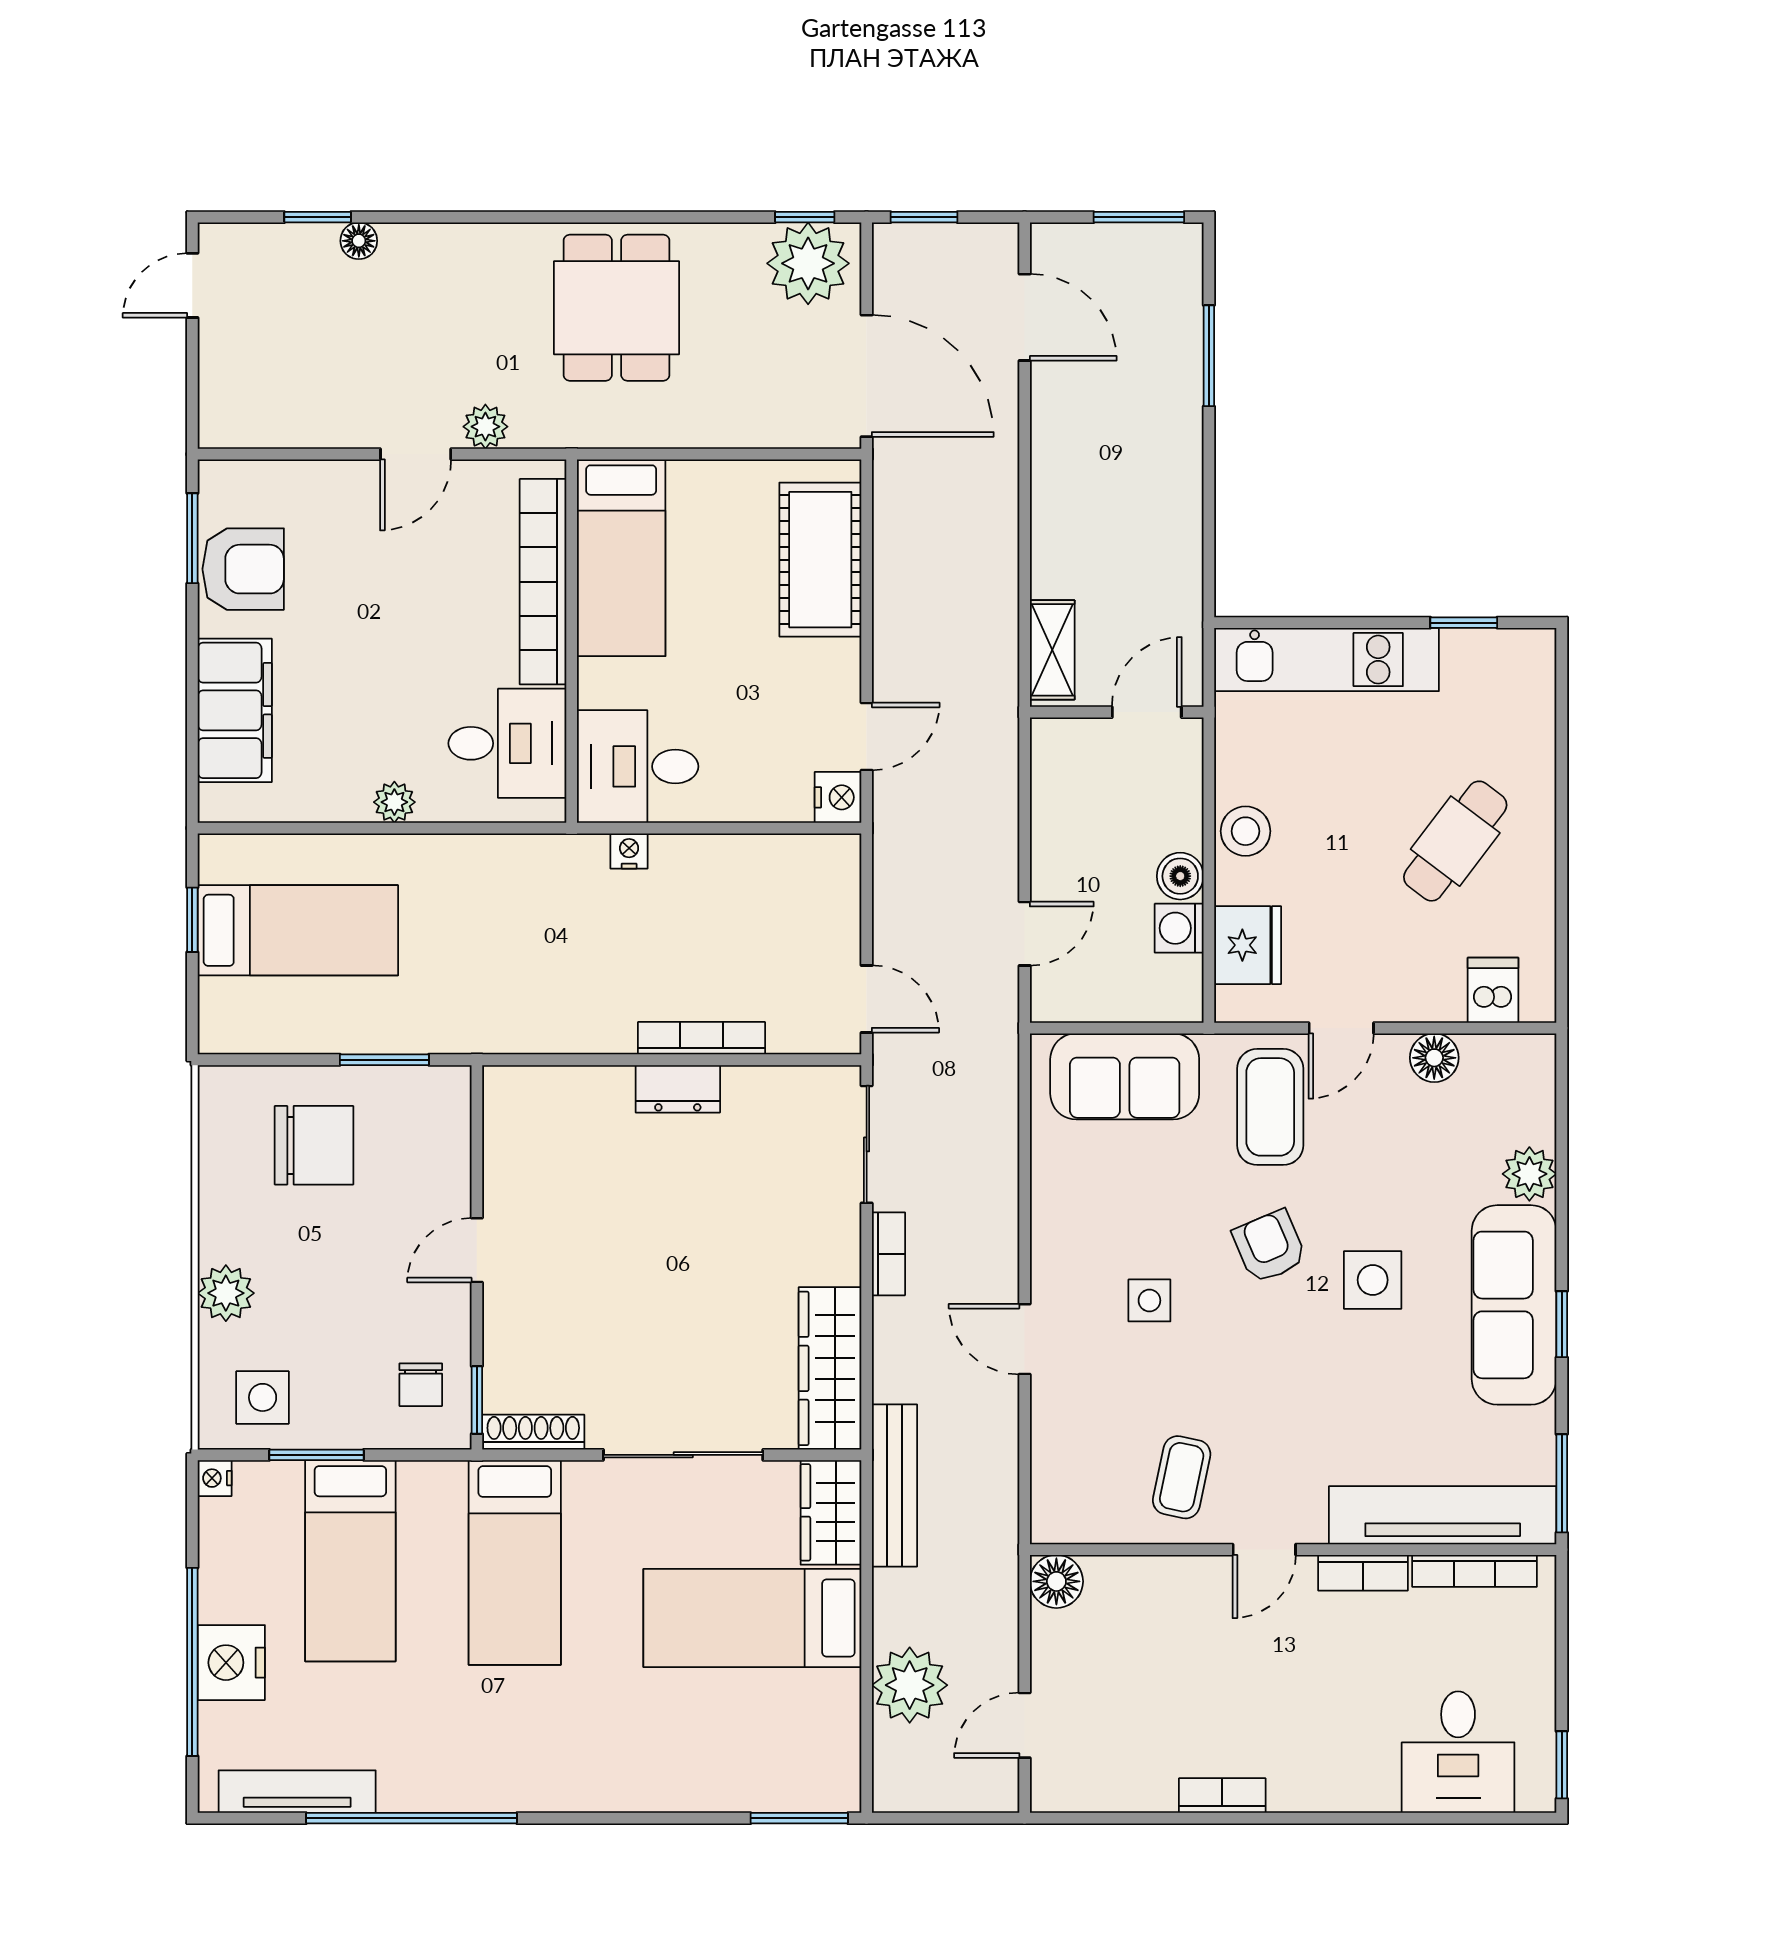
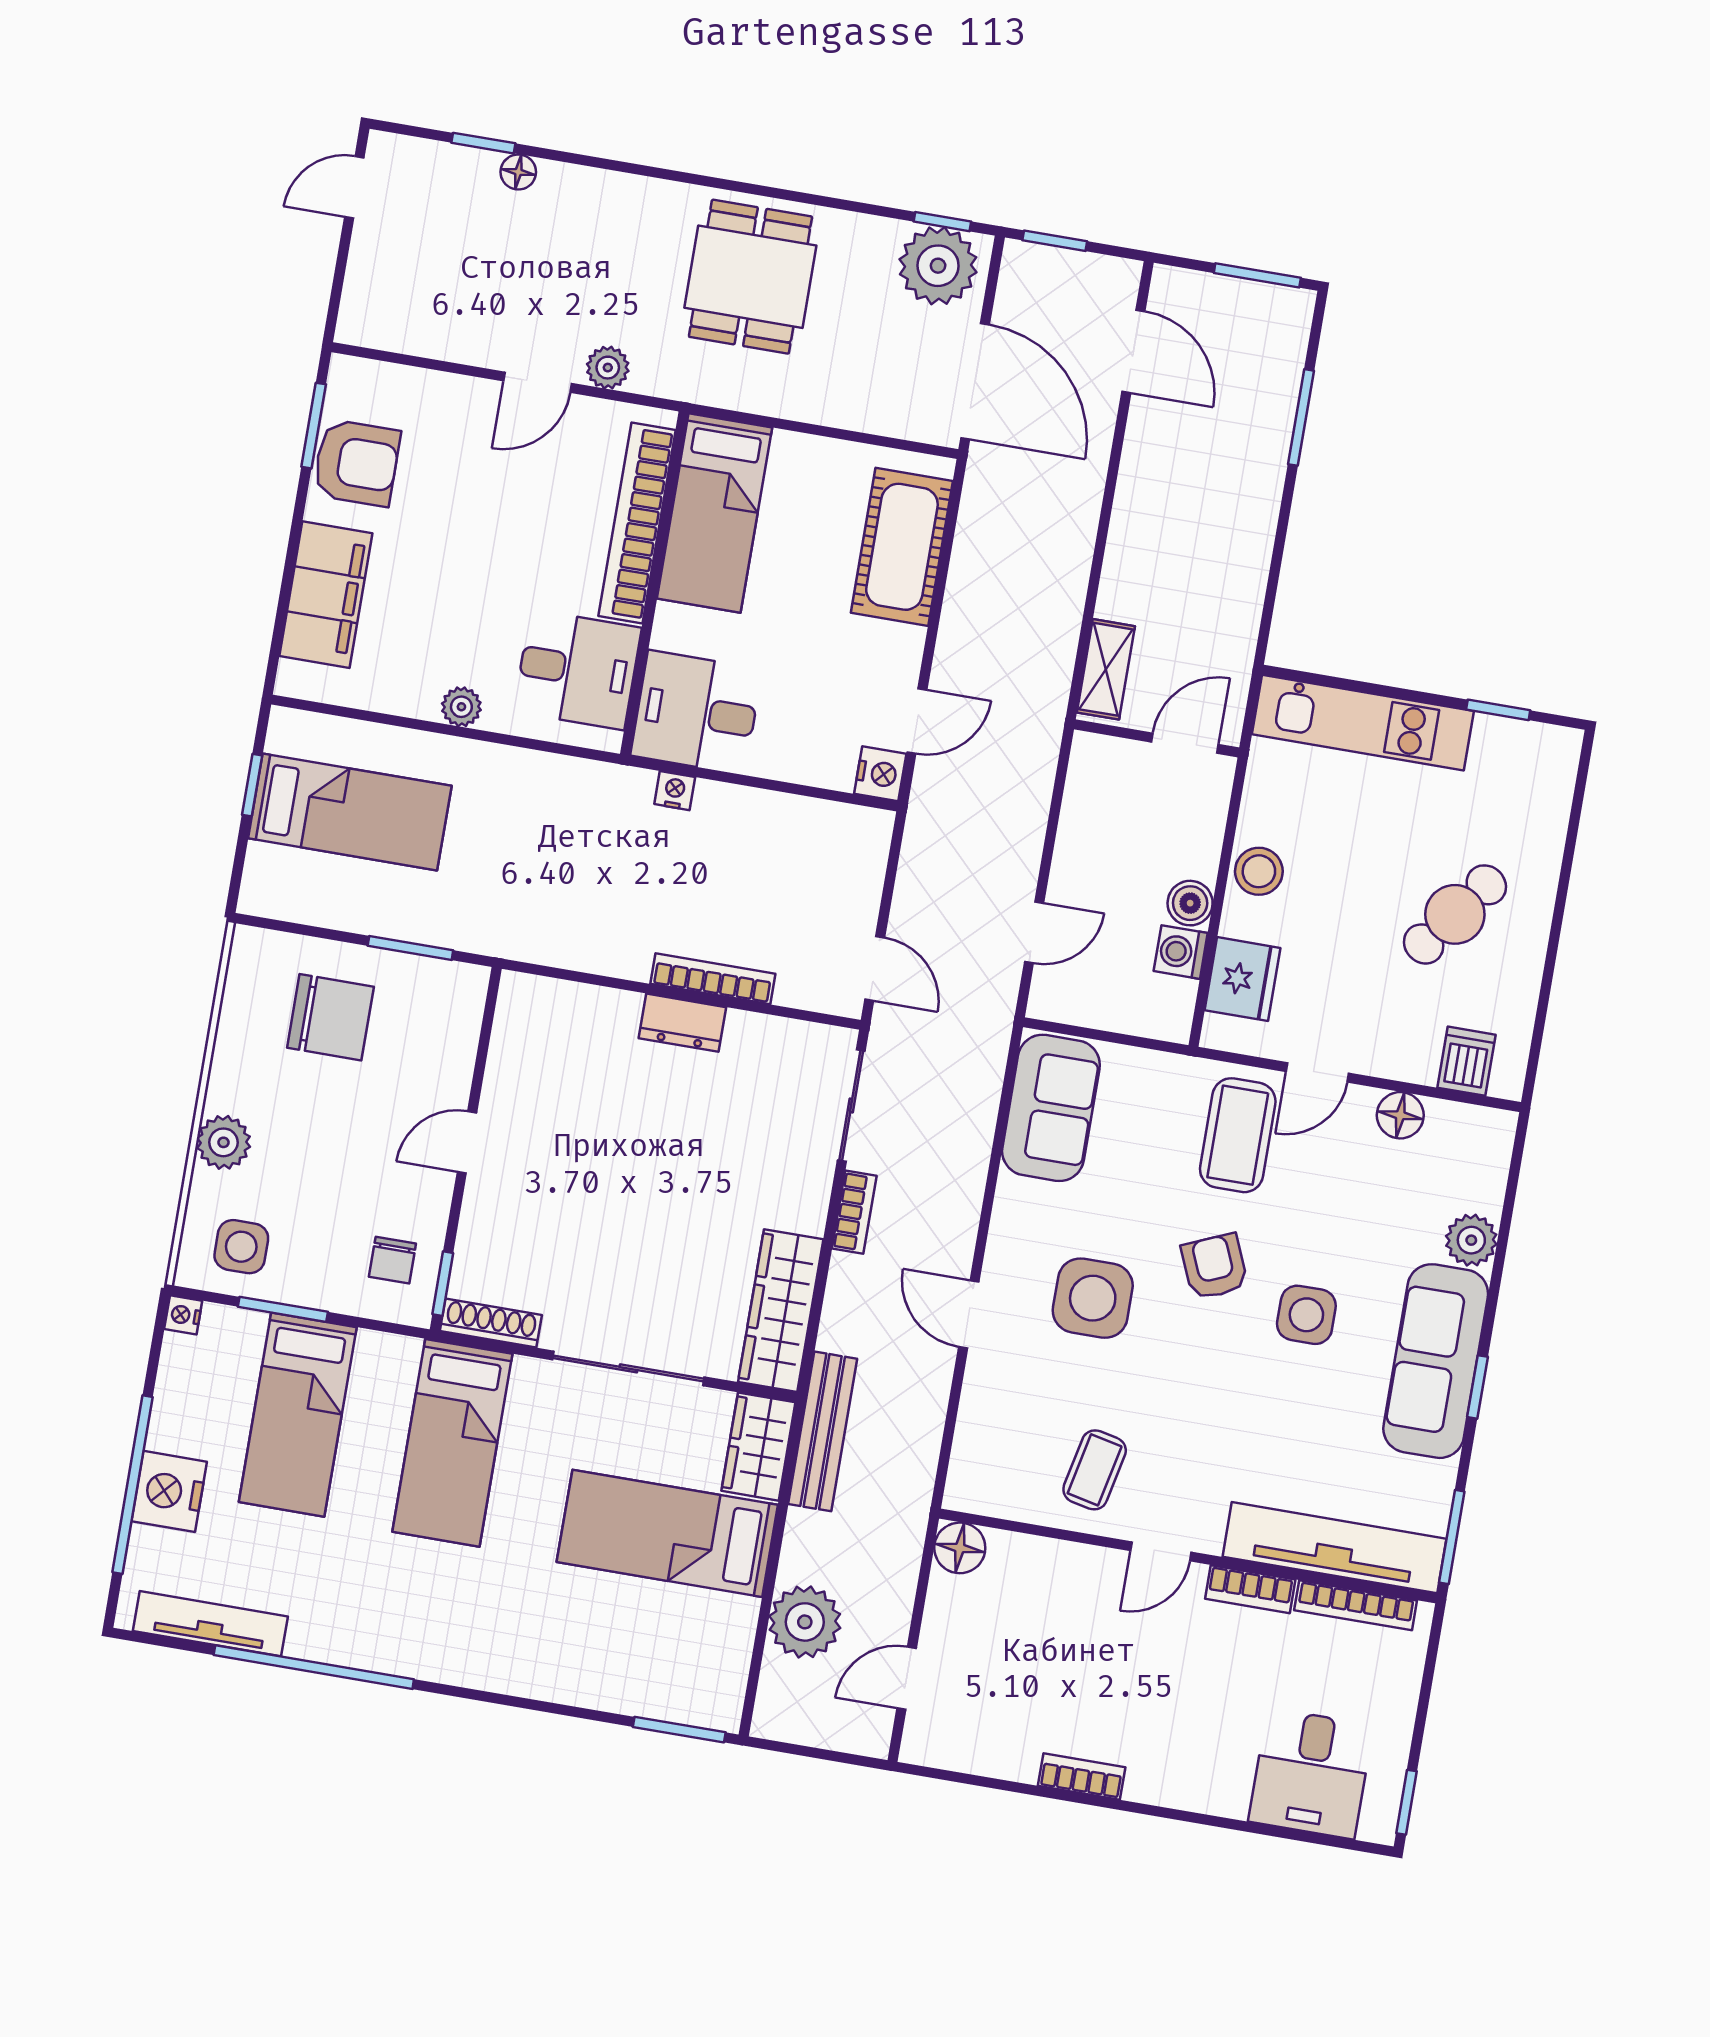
sofa: (1125, 1076) -> (1051, 1108), moved, turned -90
side table: (1149, 1300) -> (1093, 1298), width x1.87, depth x1.87

